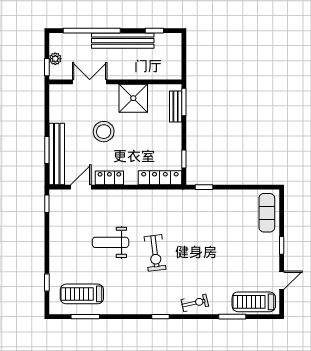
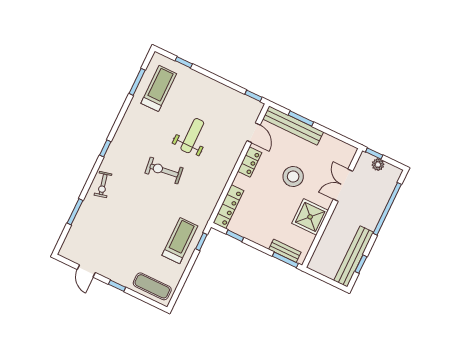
bench: (123, 41) -> (354, 256), moved
double door: (90, 82) -> (343, 185), swing flipped
treadmill: (254, 302) -> (180, 241), moved

